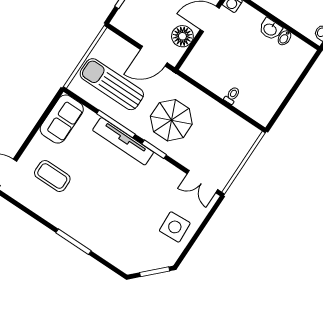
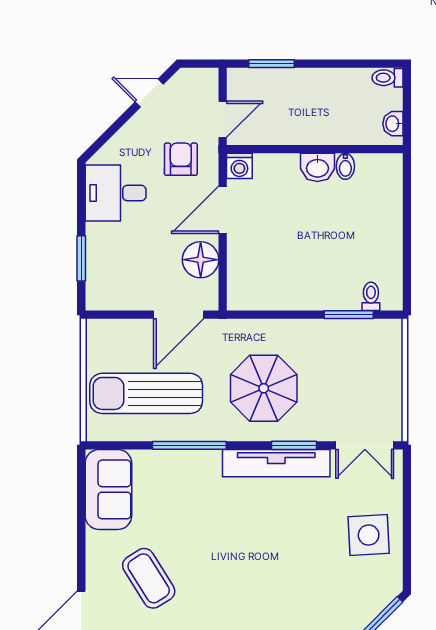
toilet: (232, 95) -> (371, 296), moved
window: (237, 112) -> (349, 315), added
tv unit: (123, 141) -> (276, 463), moved
window: (154, 149) -> (294, 445), moved
coffee table: (52, 176) -> (149, 578), turned 58

